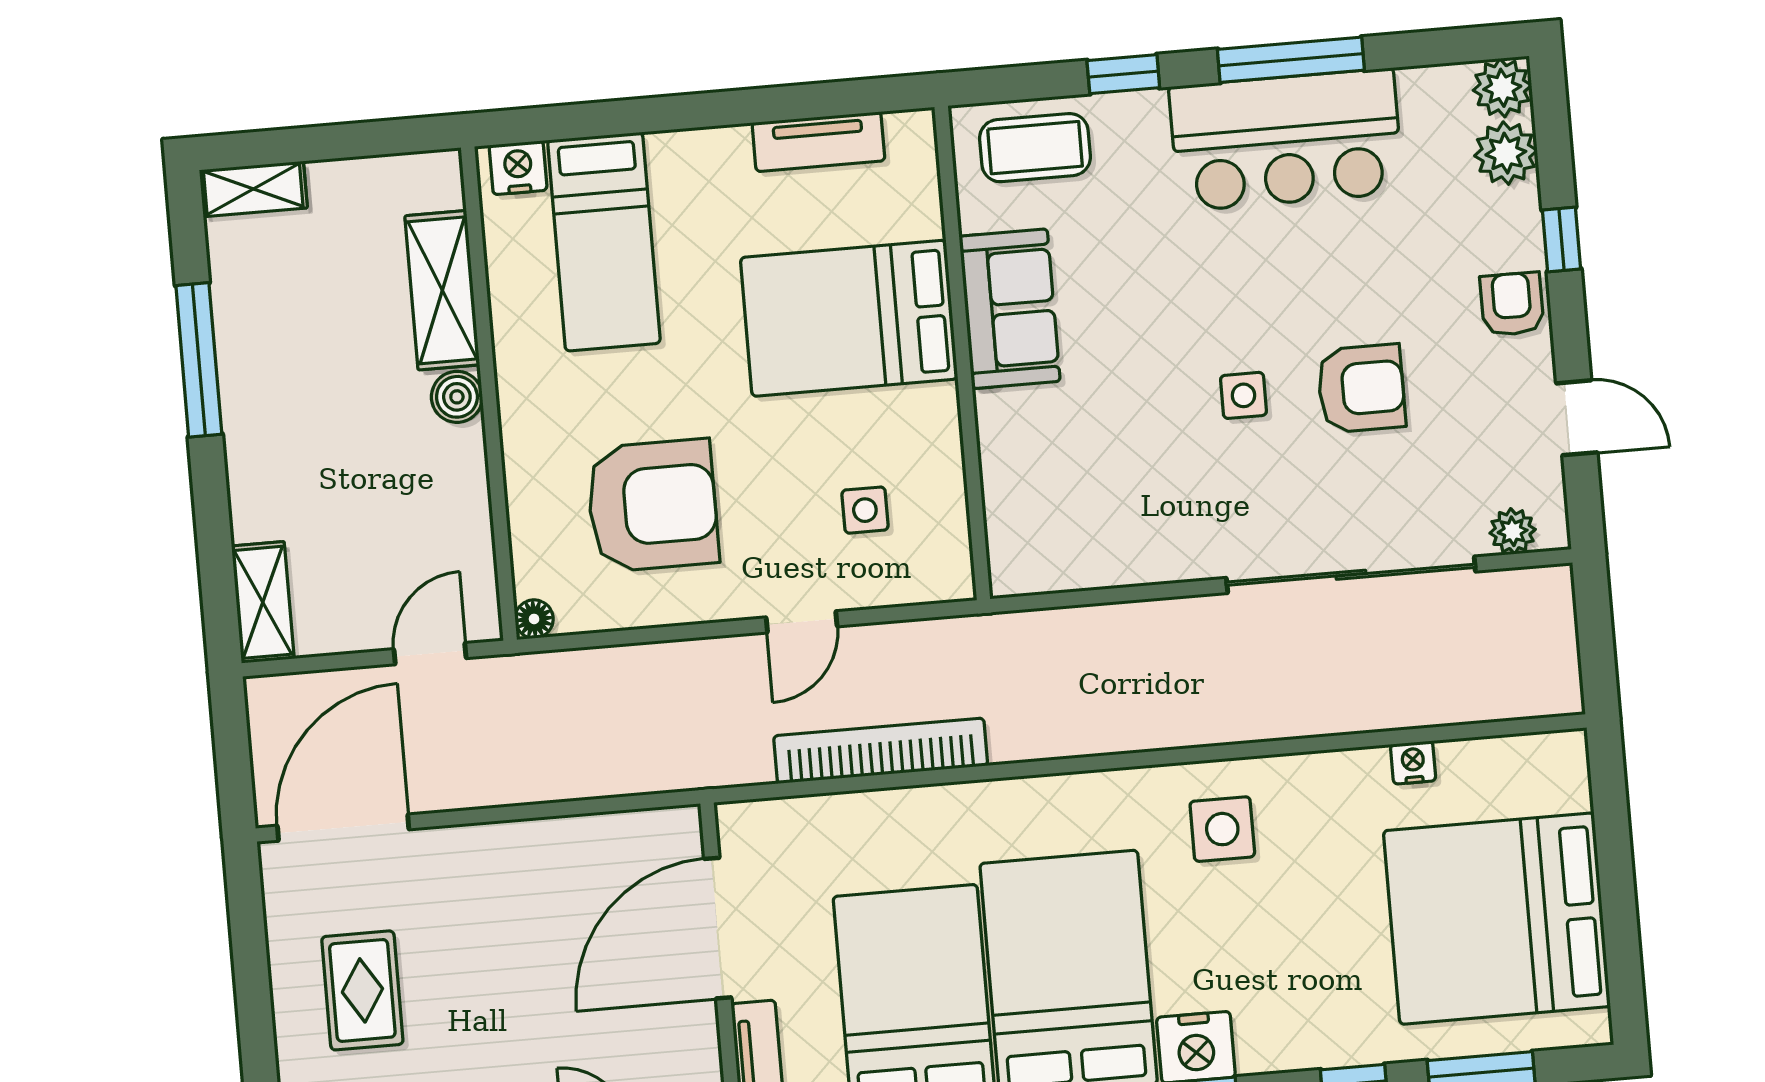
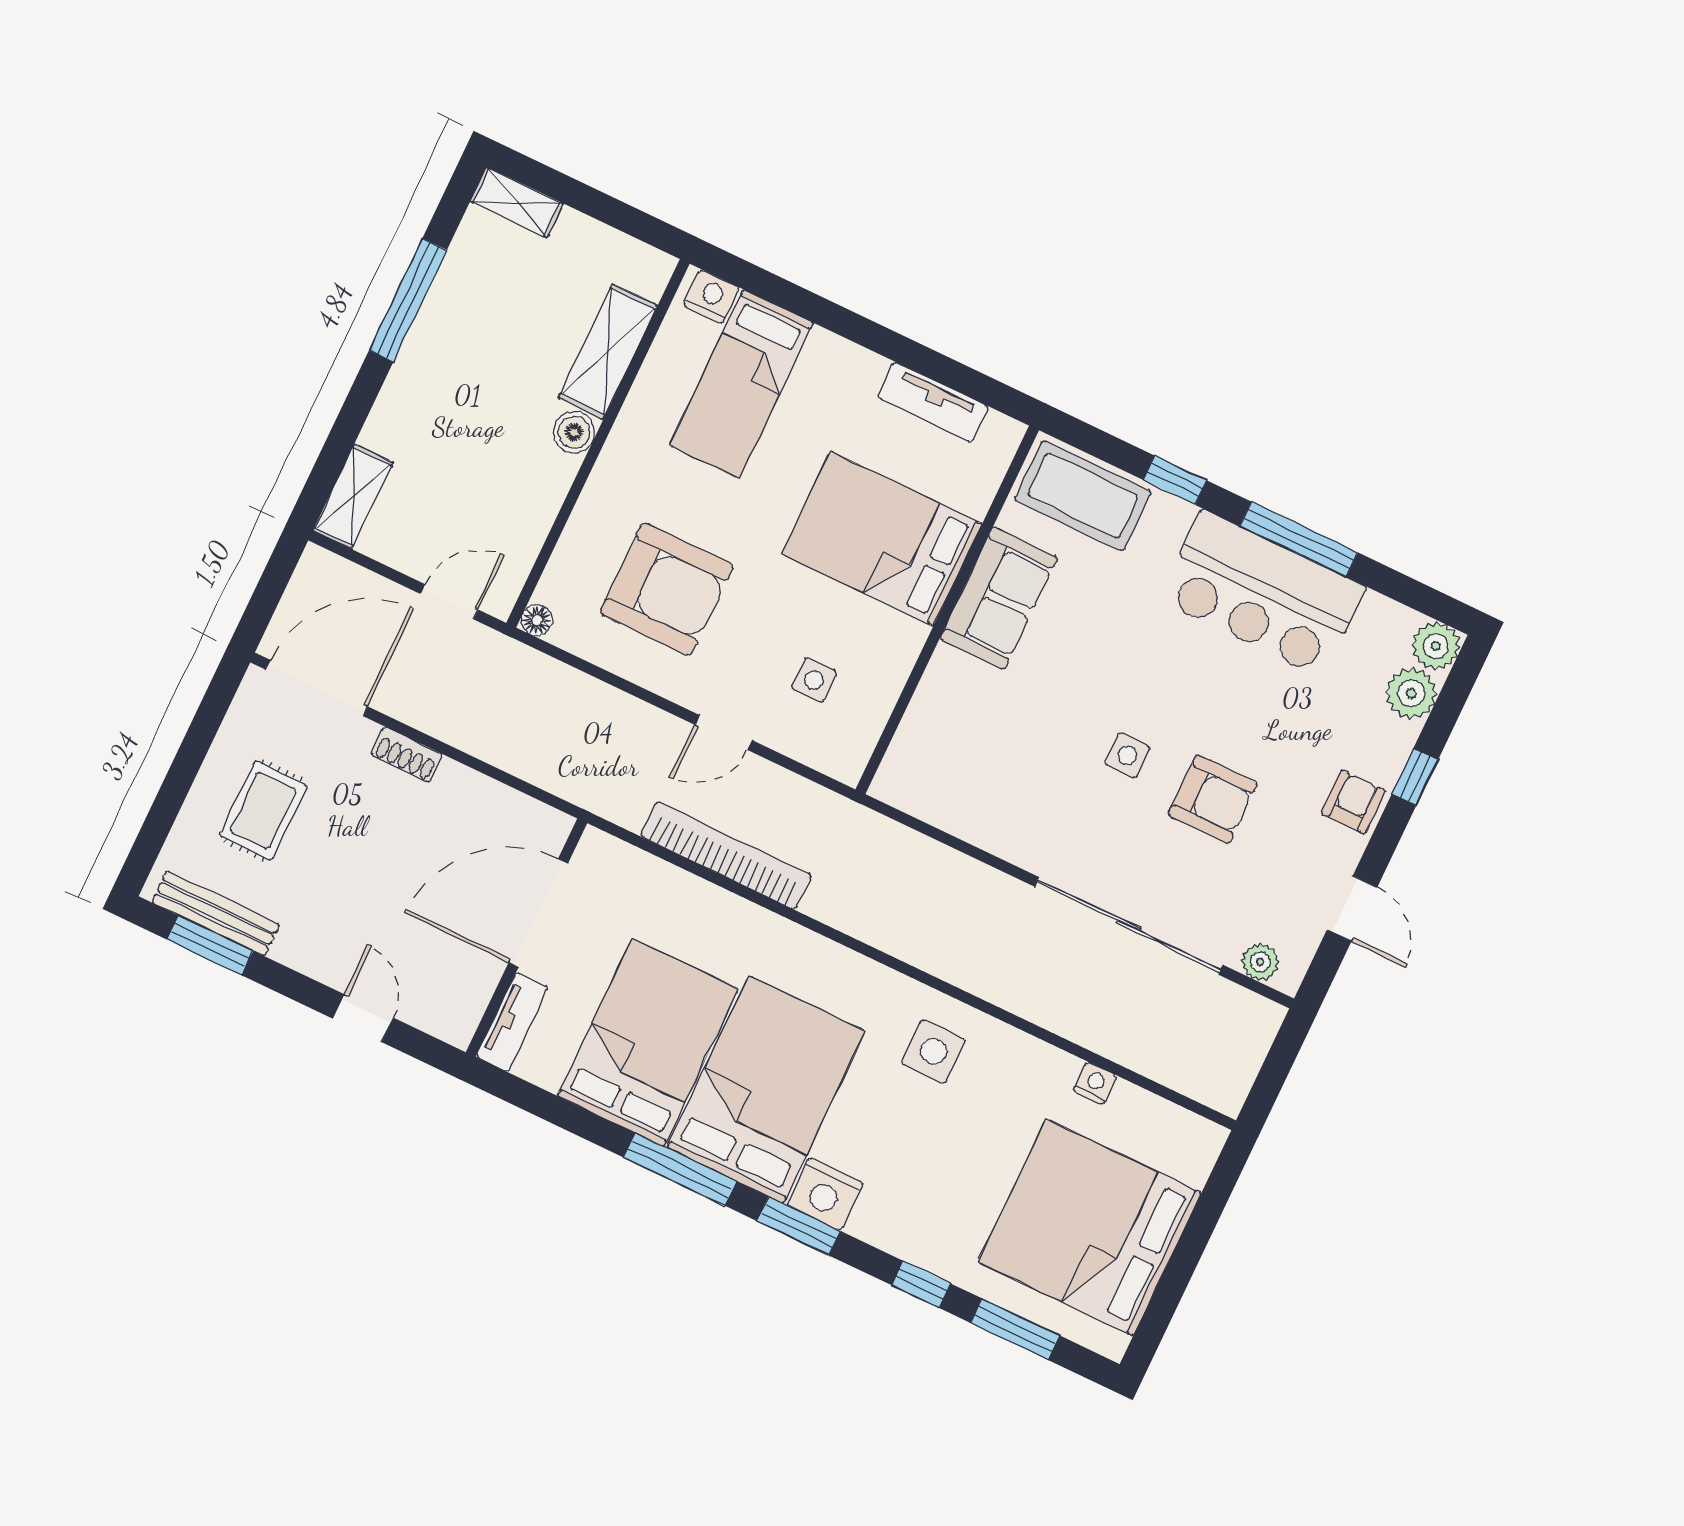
coffee table: (1035, 148) -> (1083, 496), width x1.36, depth x1.32
shoe rack: (480, 842) -> (407, 755), added

